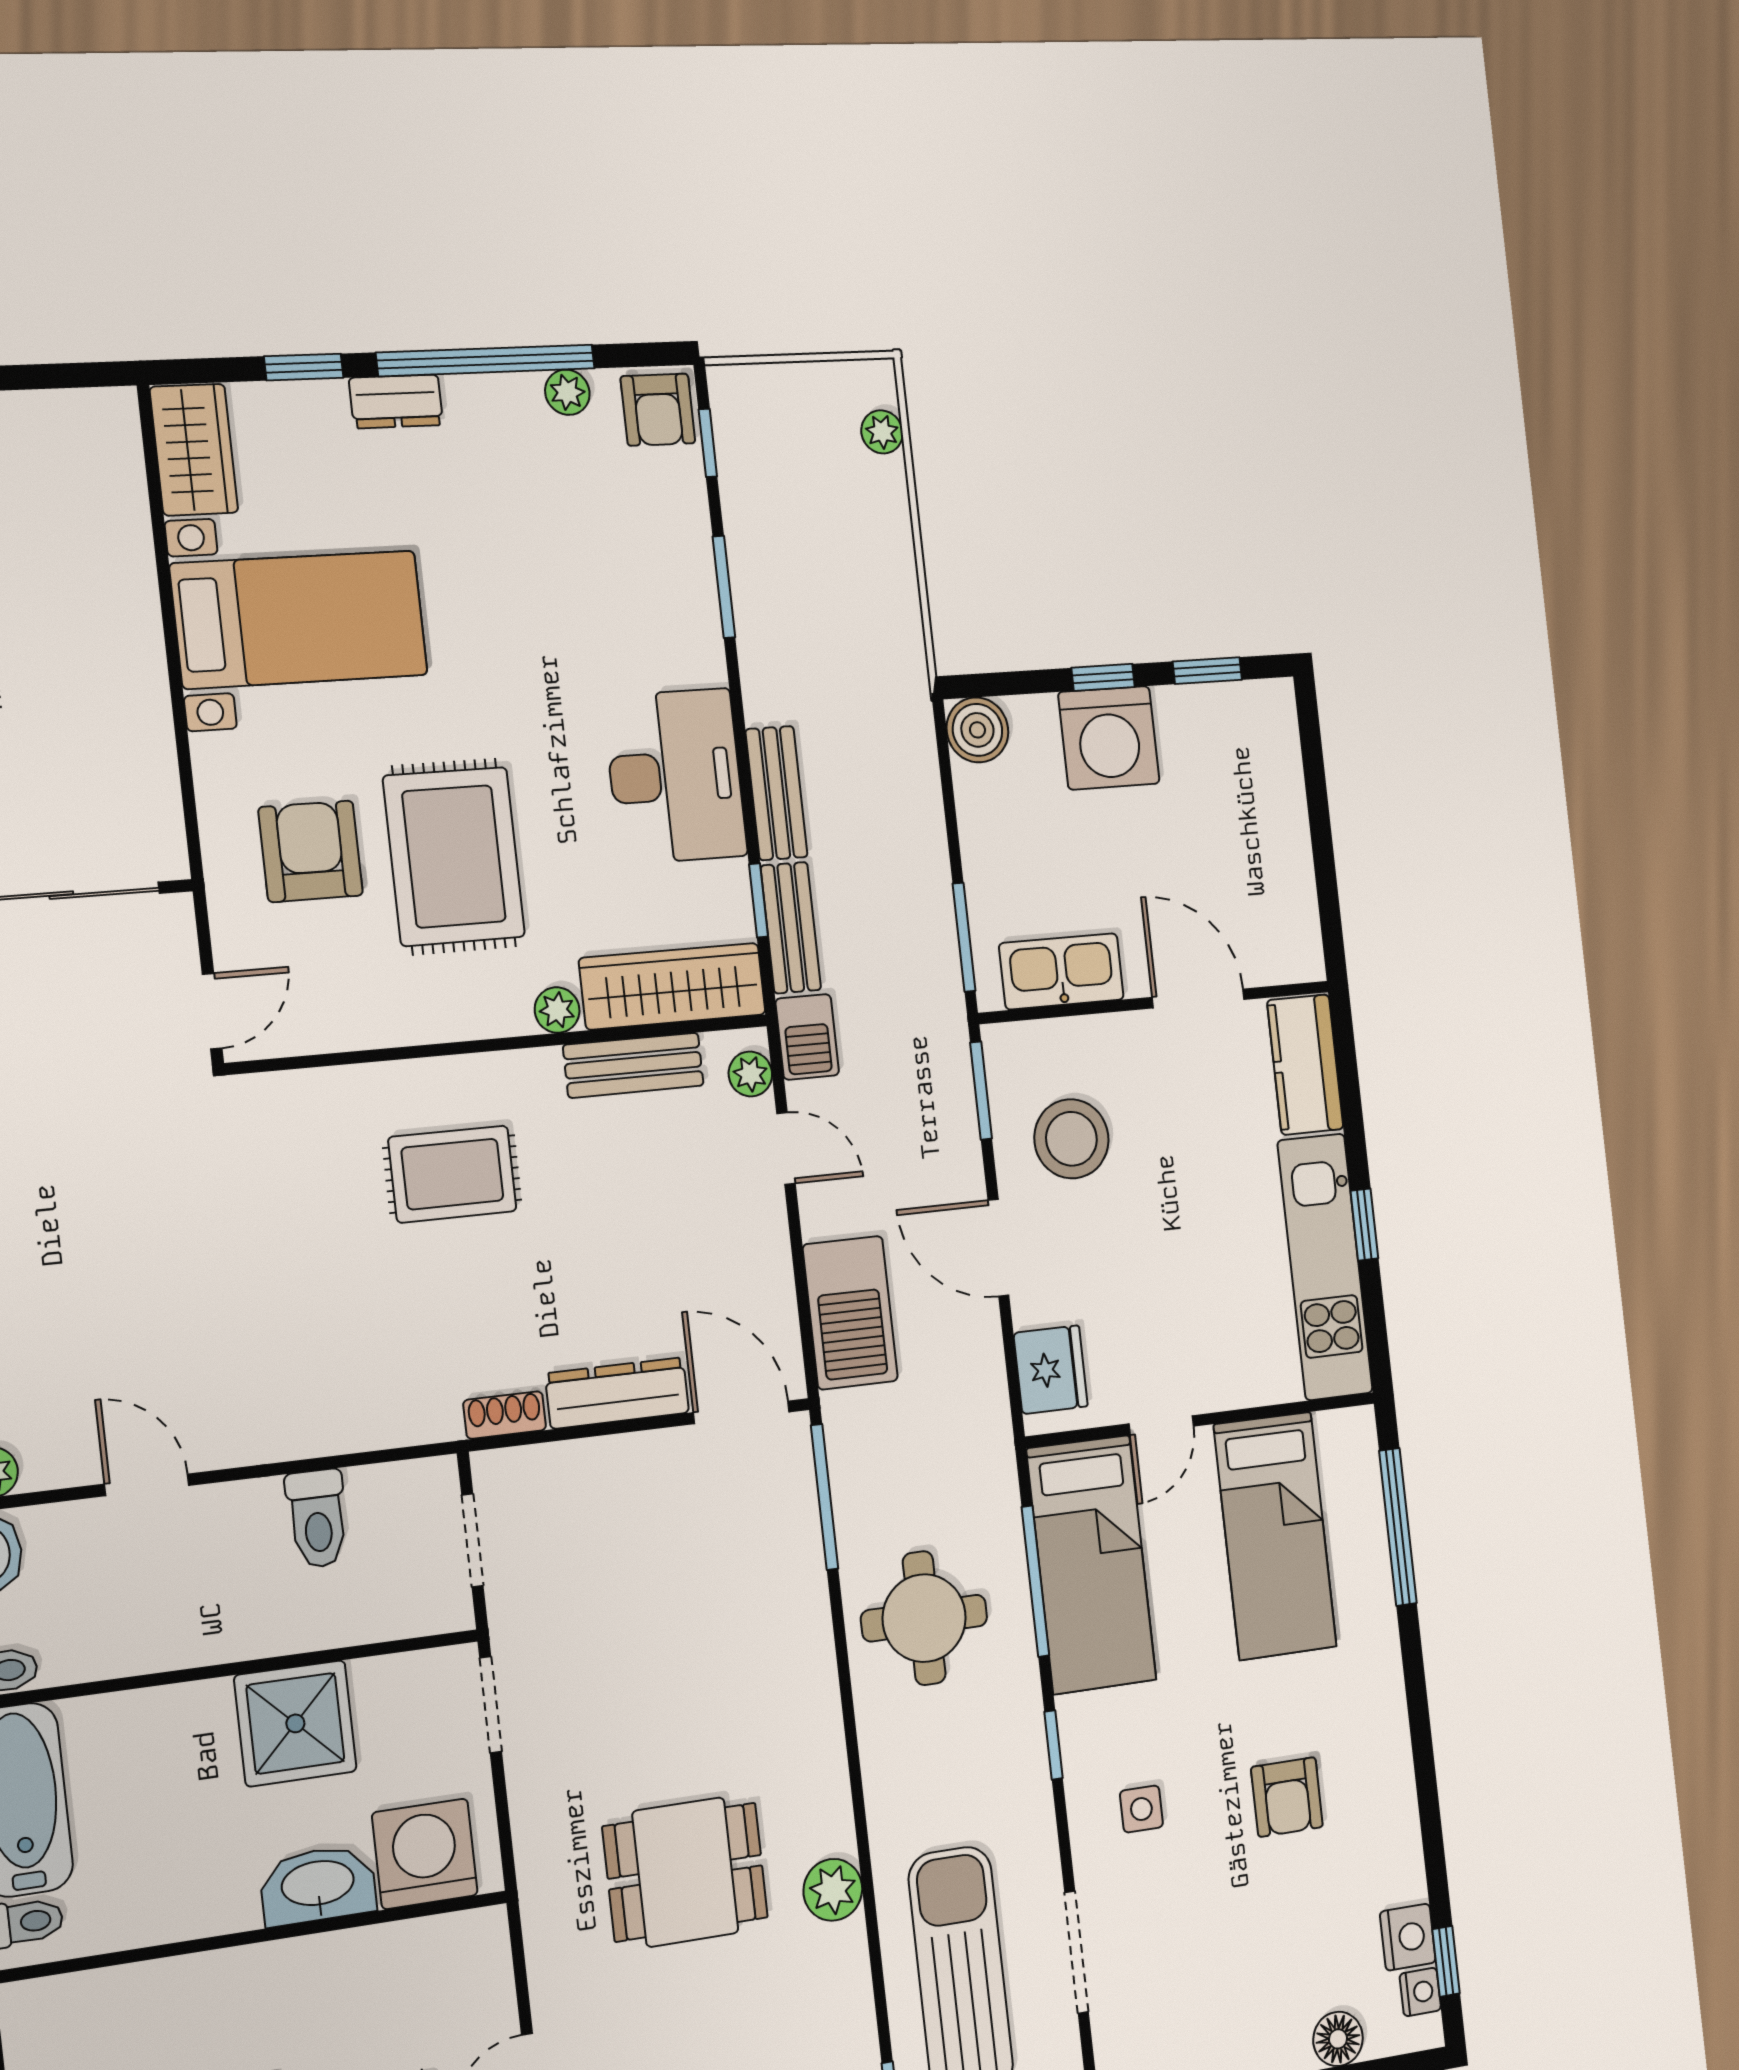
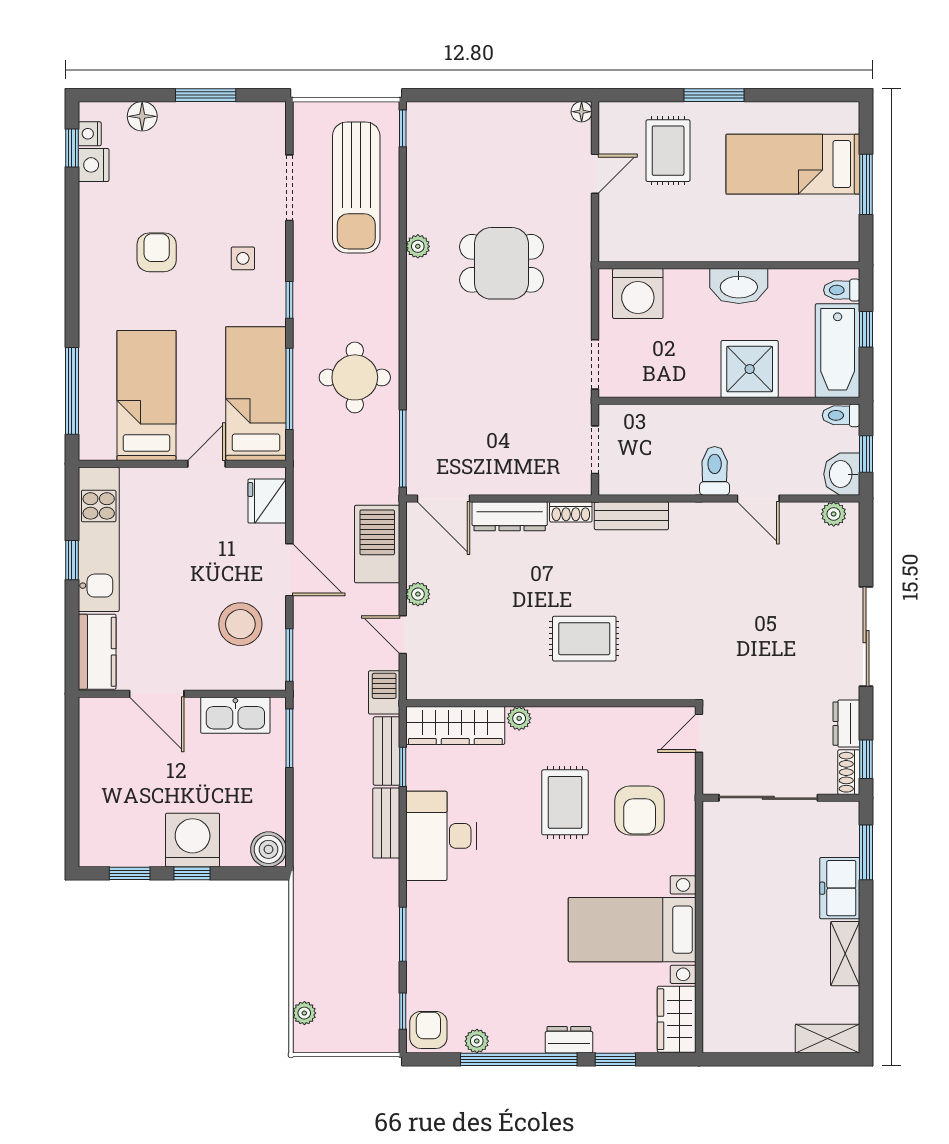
rug: (454, 856) -> (565, 802), width x0.73, depth x0.70
bench: (633, 1065) -> (631, 516), moved
plant: (750, 1074) -> (418, 594), moved
toilet: (317, 1519) -> (715, 471), moved
shower: (295, 1723) -> (750, 369), moved
washbasin: (318, 1885) -> (739, 286), moved
plant: (833, 1890) -> (418, 246), width x0.73, depth x0.73

